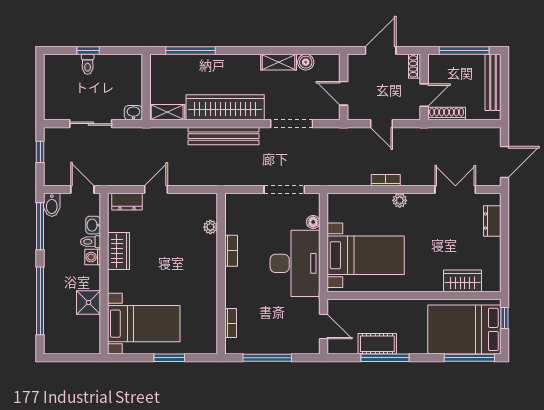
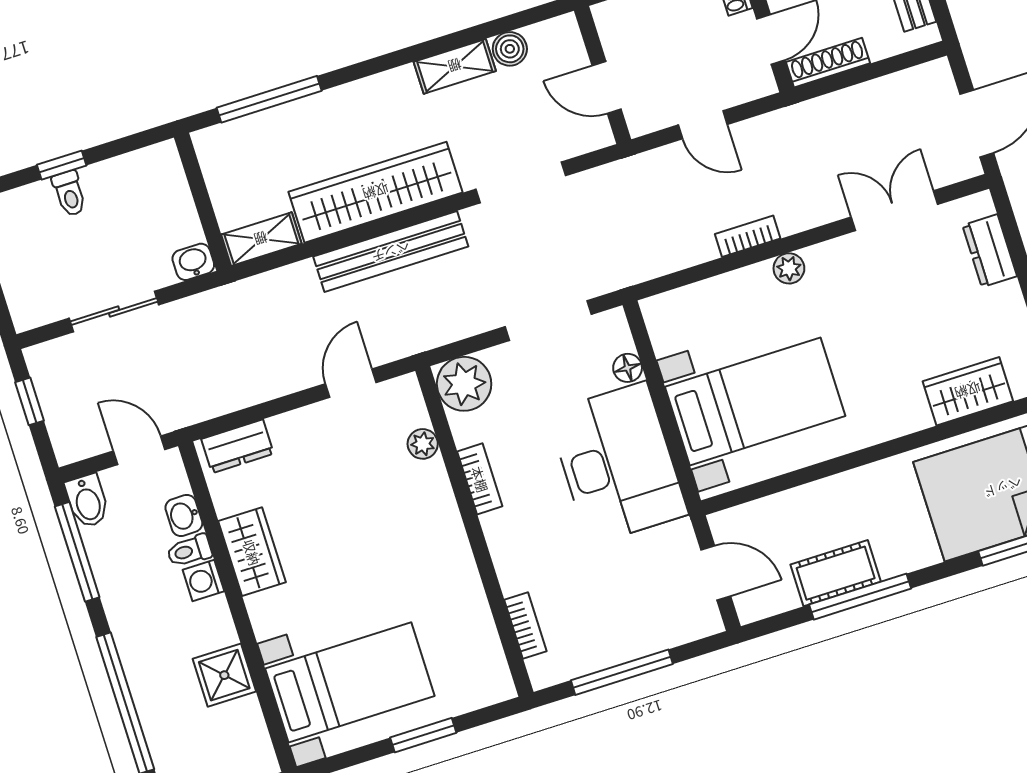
door: (156, 189) -> (351, 383), moved
plant: (238, 206) -> (464, 384), added

